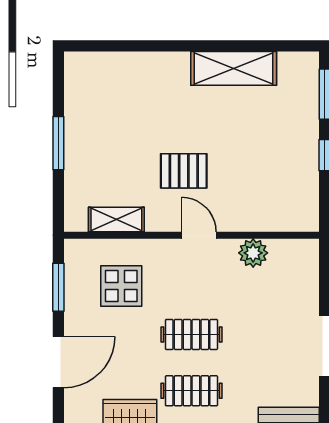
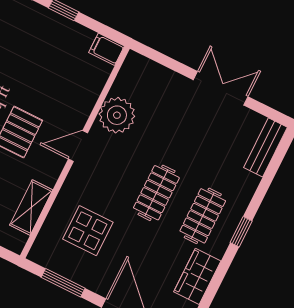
filing cabinet: (307, 216) -> (107, 49), added
plant: (253, 253) -> (117, 115), width x1.36, depth x1.36

